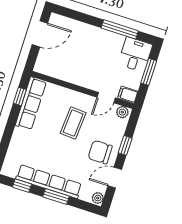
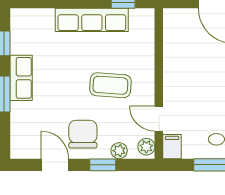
row of seats: (31, 103) -> (92, 20), moved
row of seats: (49, 182) -> (21, 78), width x0.50
plant: (98, 198) -> (119, 151), moved

